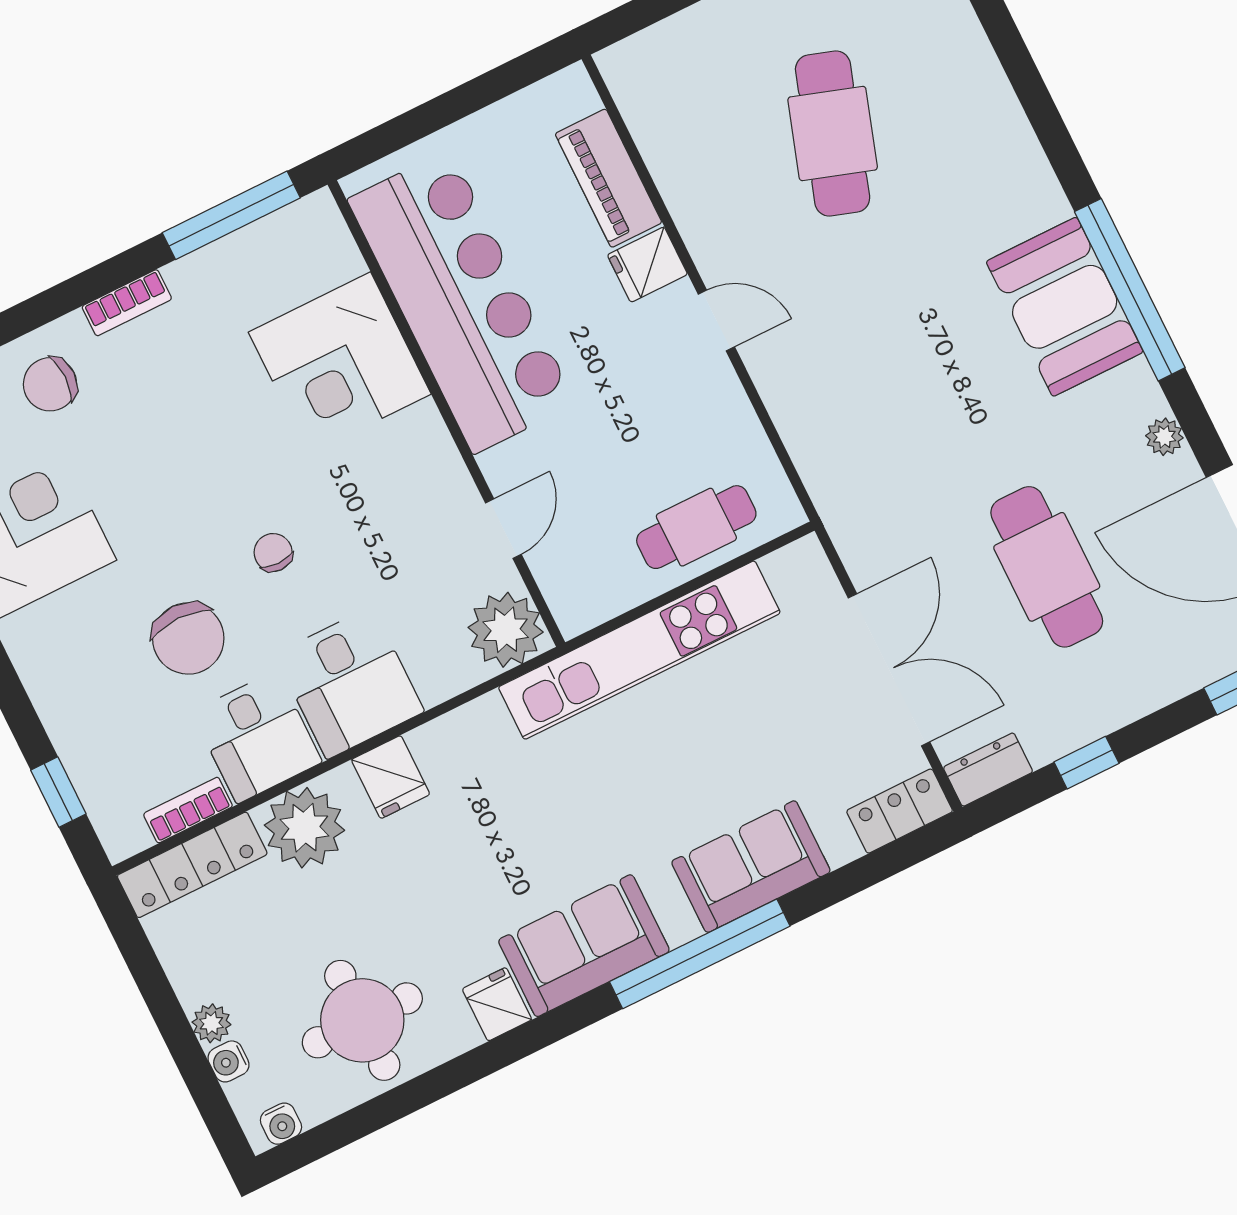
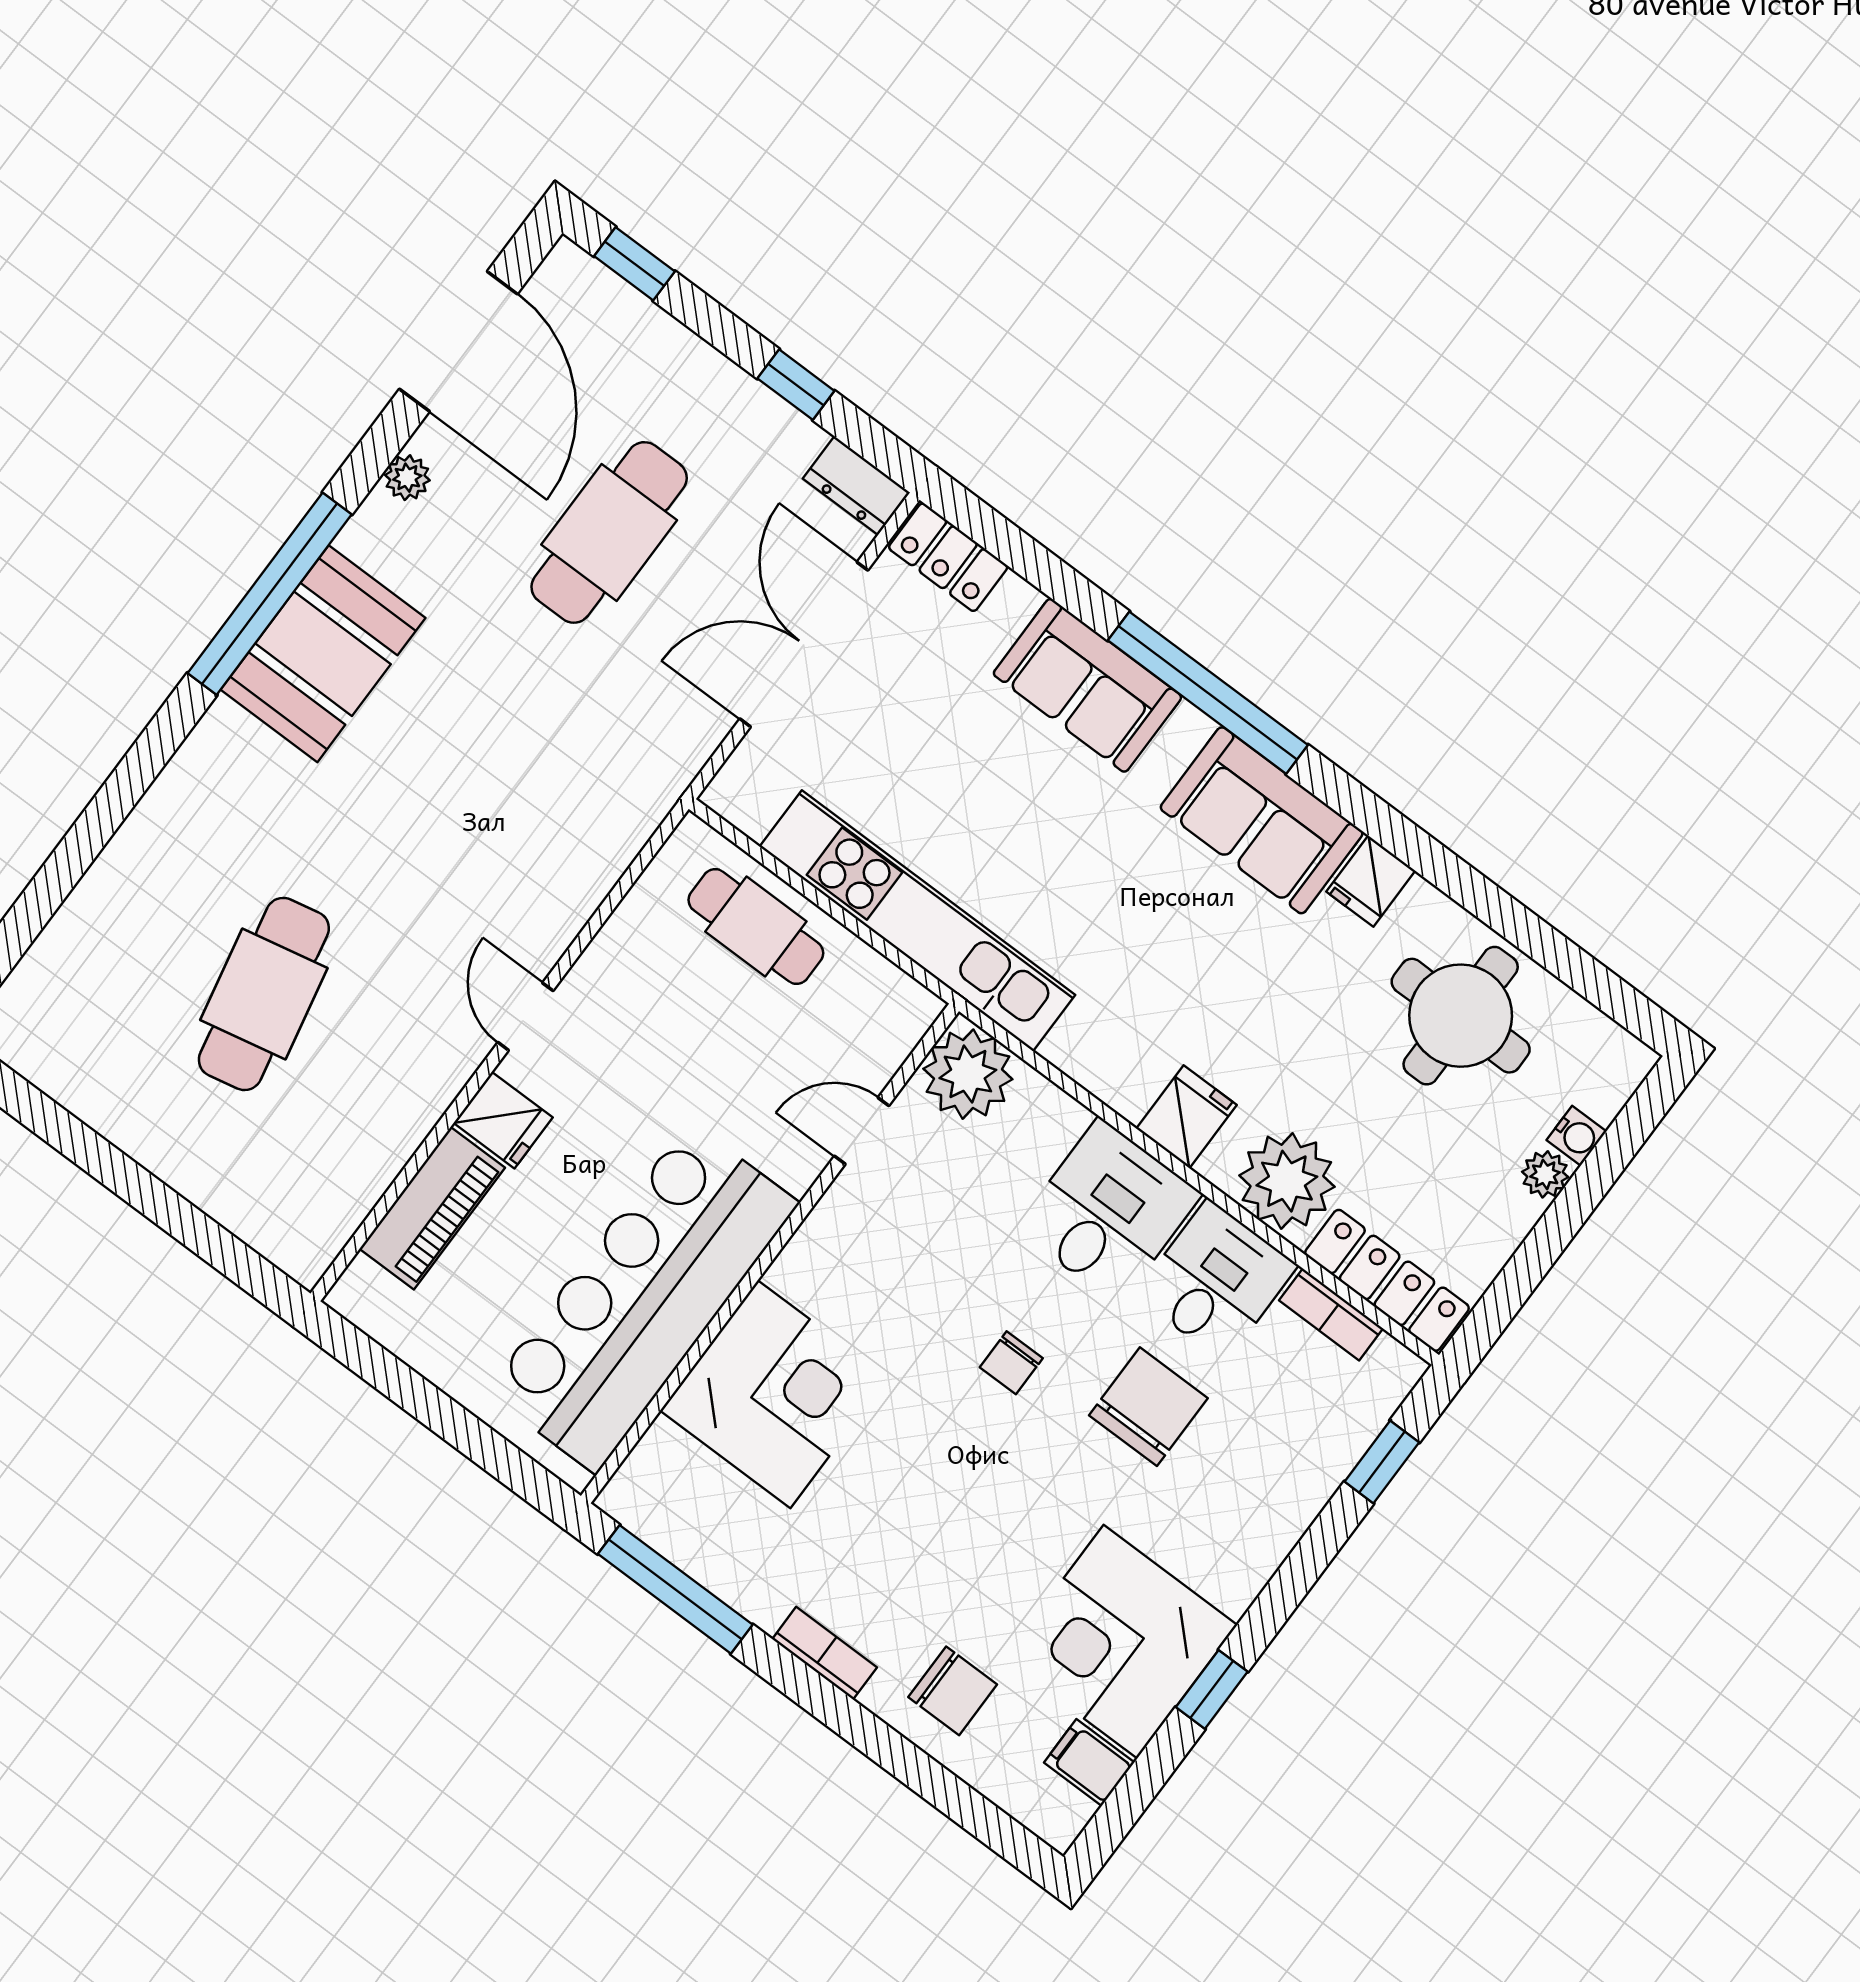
cafe table: (833, 134) -> (264, 994), turned -30
water cooler: (281, 1124) -> (1614, 1046), removed

